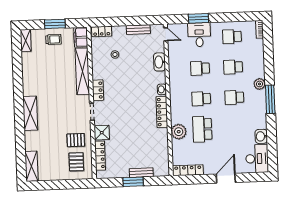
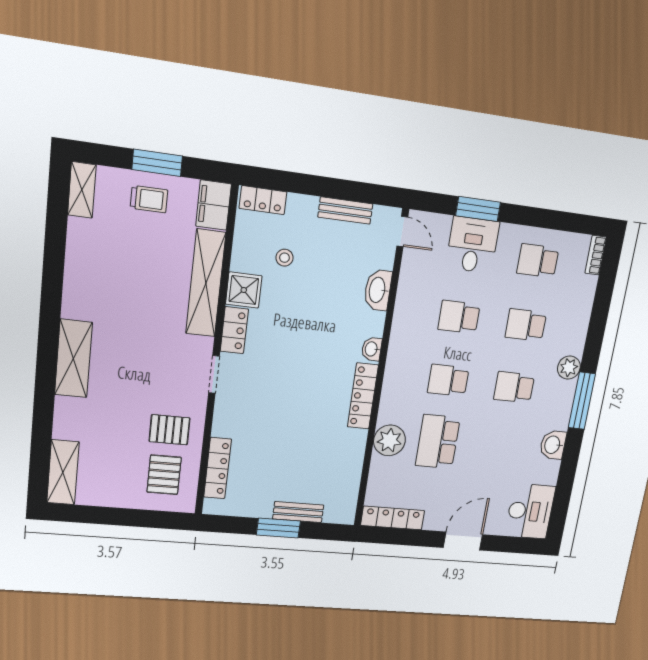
shower: (102, 133) -> (244, 290), moved
washbasin: (261, 136) -> (553, 445), moved

